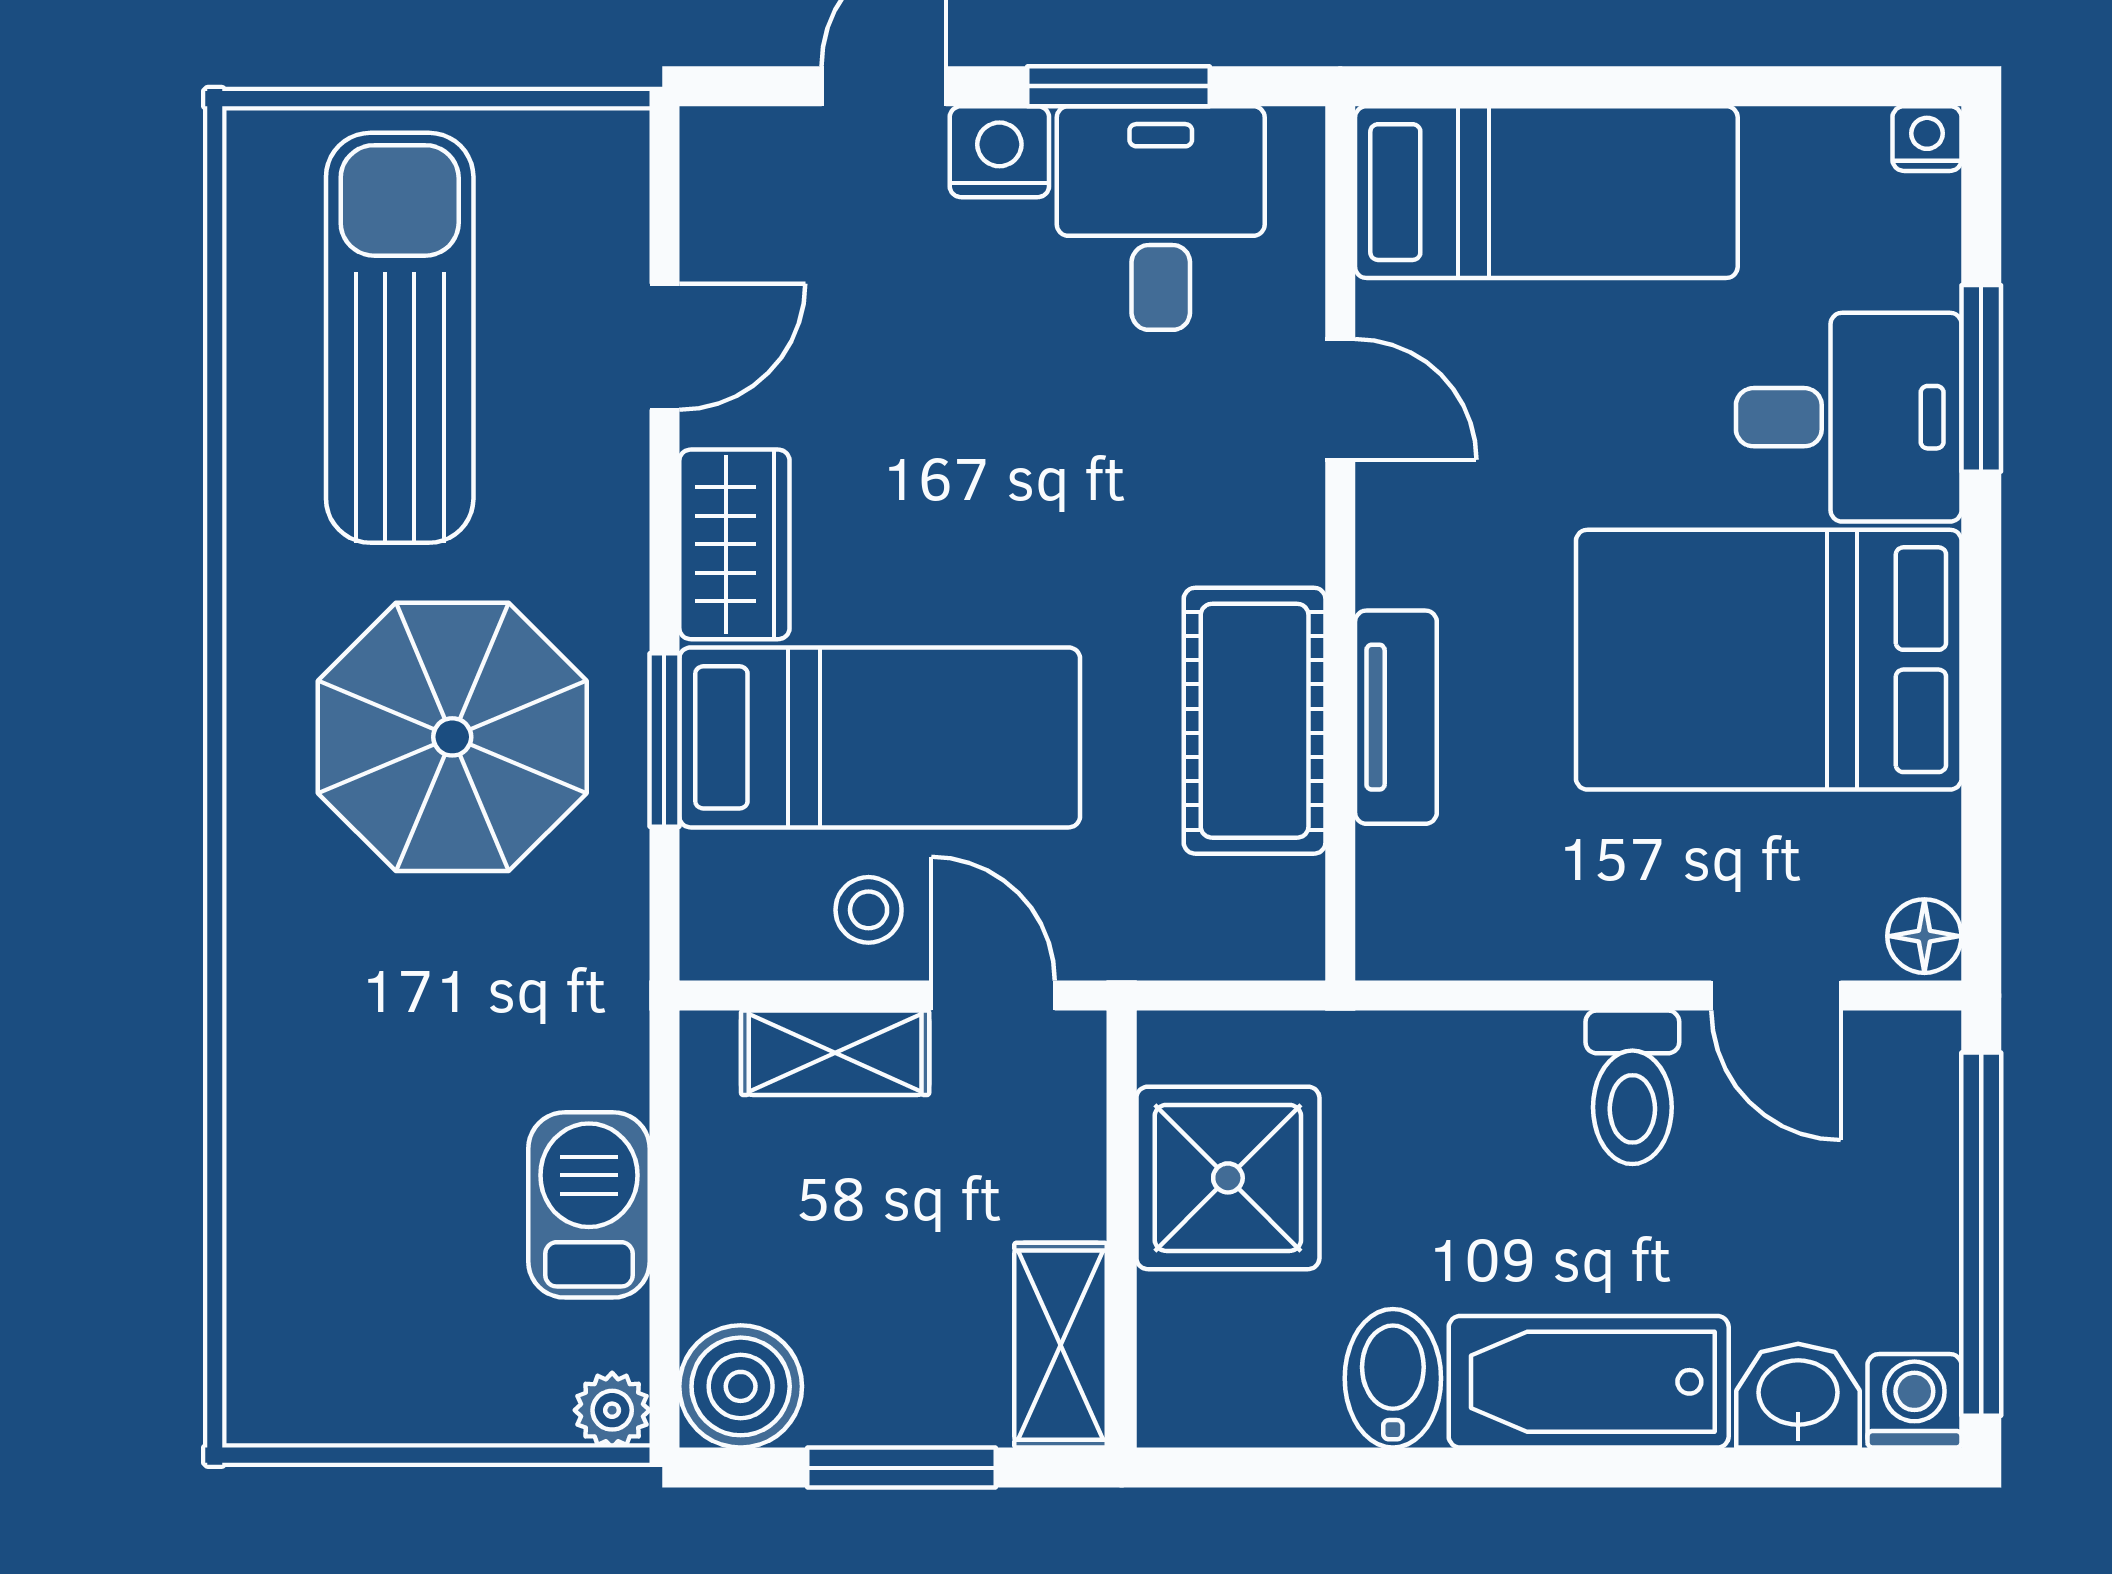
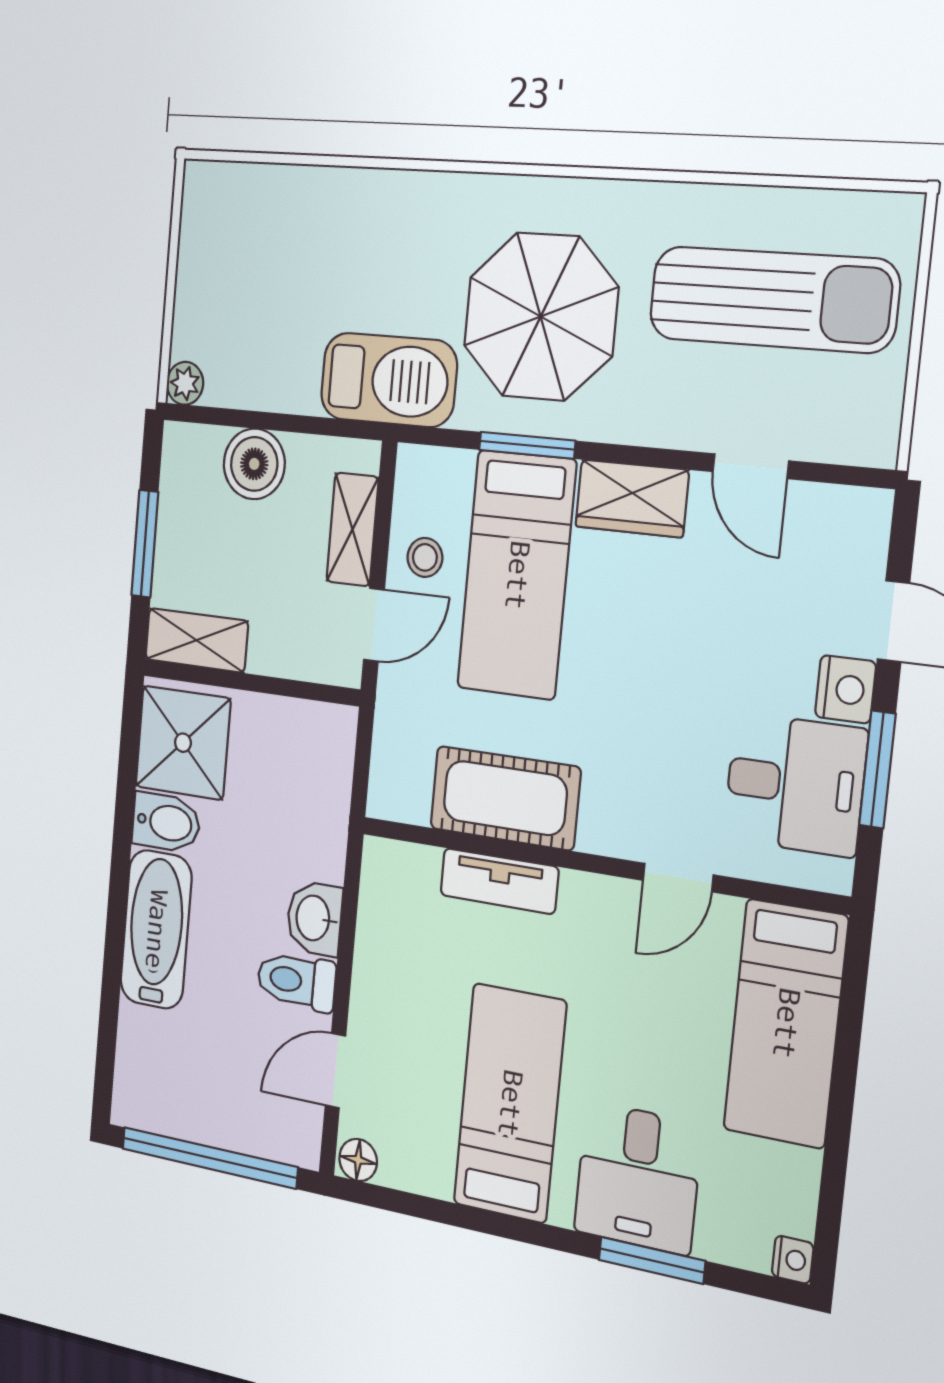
bed: (1769, 660) -> (510, 1103), width x0.67
shower: (1228, 1178) -> (183, 743), moved
barbecue: (589, 1205) -> (389, 380), moved, width x1.37, depth x1.21
boiler: (741, 1386) -> (254, 464), moved
washbasin: (1798, 1396) -> (314, 918), moved, turned 180
washing machine: (1914, 1401) -> (133, 1104), removed

